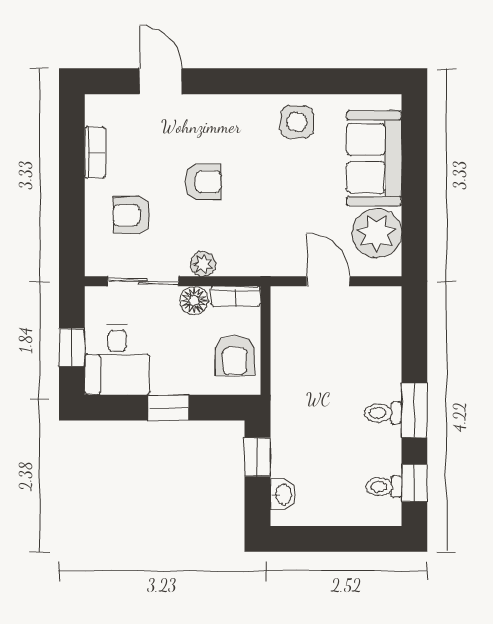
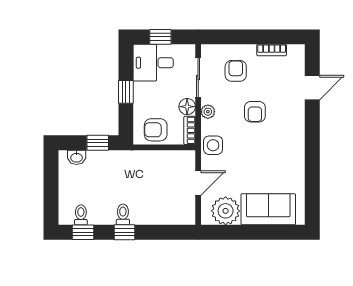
side table: (297, 122) -> (213, 145), moved
window: (414, 410) -> (124, 232), width x0.67

